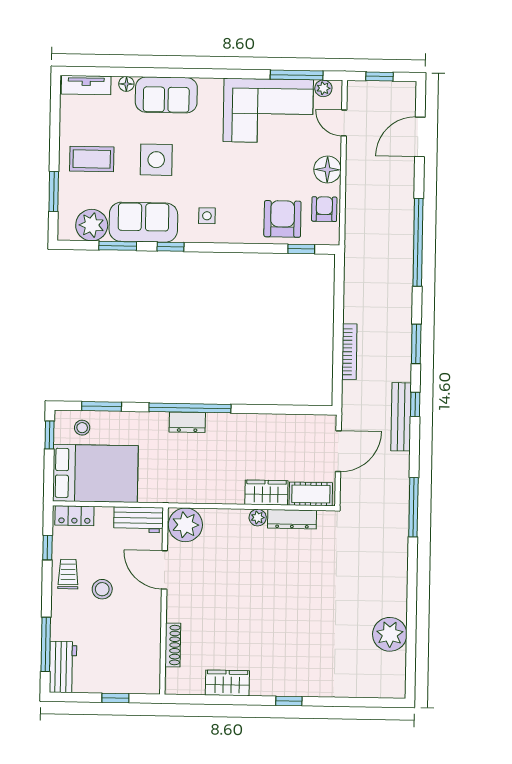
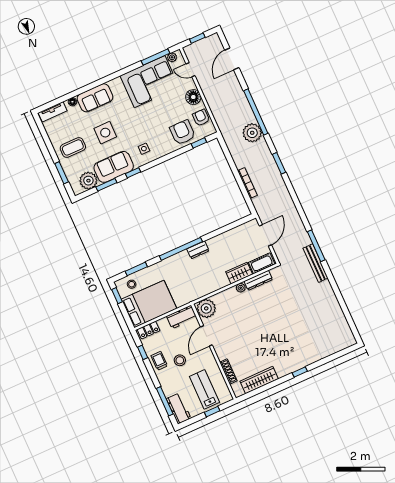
window: (415, 404) -> (293, 194), removed
bench: (401, 417) -> (316, 263), moved
dresser: (187, 422) -> (198, 250), moved
door: (164, 570) -> (206, 336), hinge flipped
plant: (390, 634) -> (252, 133), moved
lab bench: (120, 656) -> (204, 389), added
wardrobe: (227, 683) -> (259, 380), width x1.50

